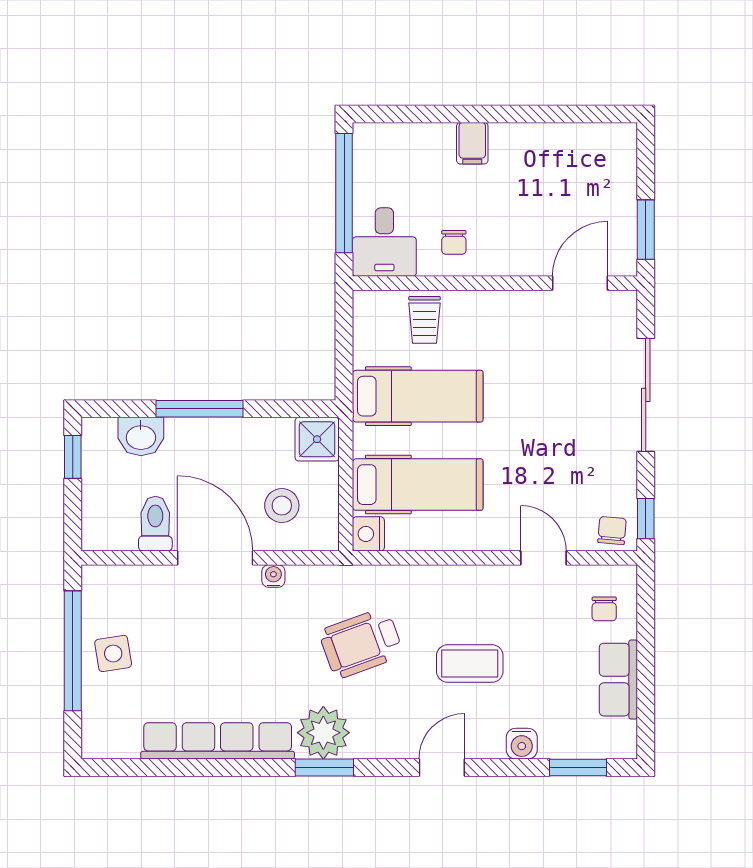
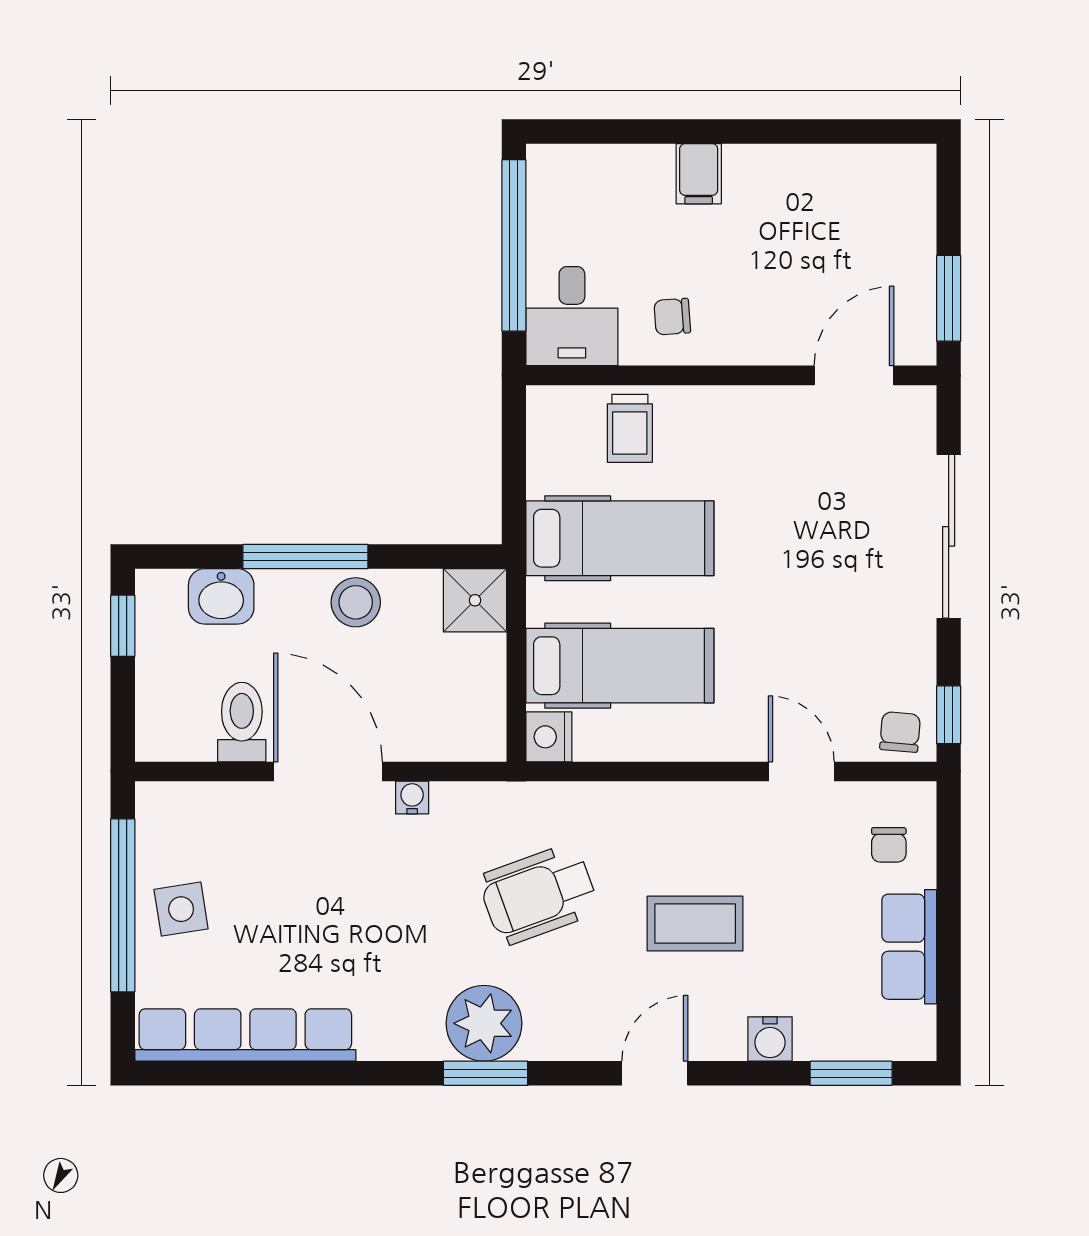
chair: (454, 242) -> (672, 317), turned 86
stool: (282, 506) -> (356, 602), moved
row of seats: (218, 741) -> (245, 1035), moved

